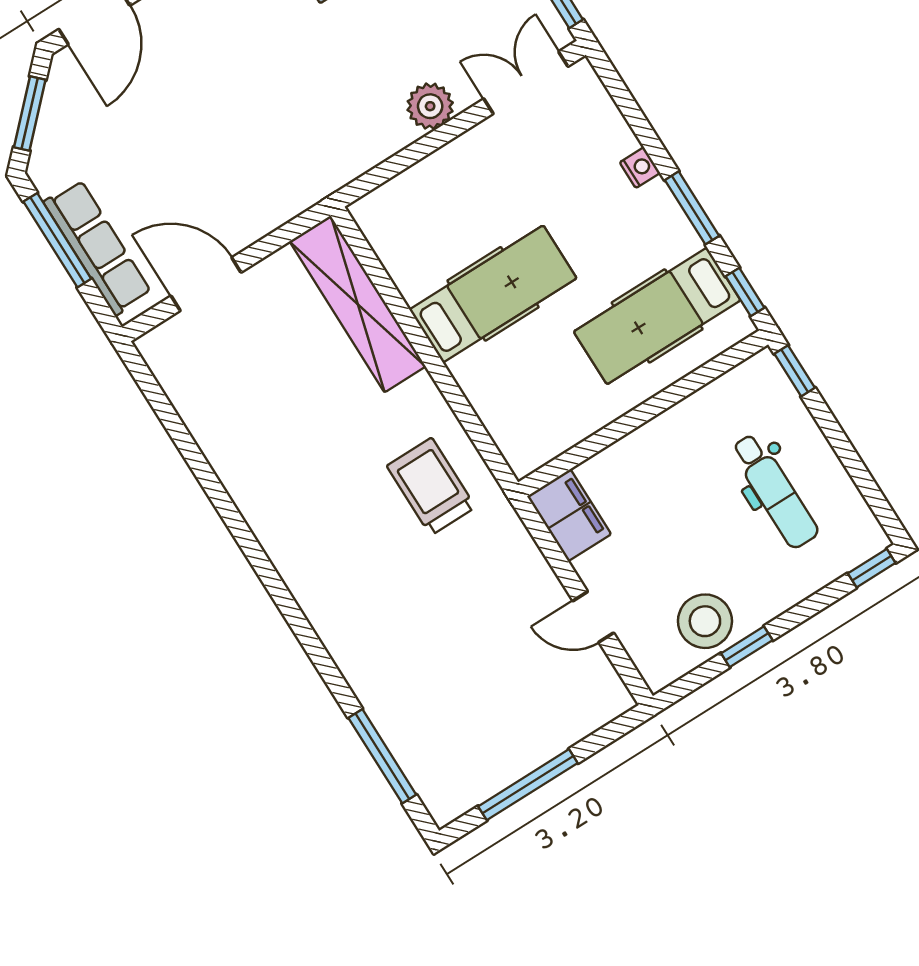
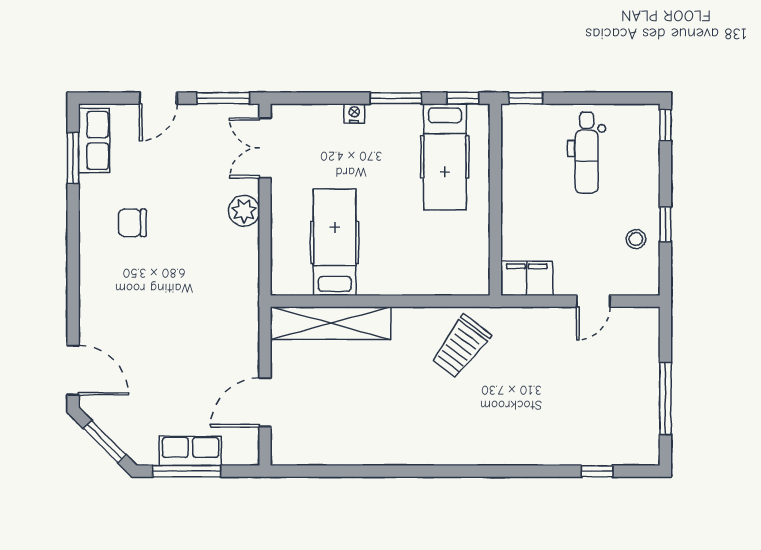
row of seats: (98, 247) -> (190, 451), width x0.68
hospital bed: (493, 294) -> (335, 242), moved
trolley: (431, 487) -> (461, 347), turned -53
dental chair: (774, 491) -> (587, 153), turned 90
stool: (705, 621) -> (636, 239), width x0.53, depth x0.53
window: (382, 756) -> (597, 471), width x0.46

